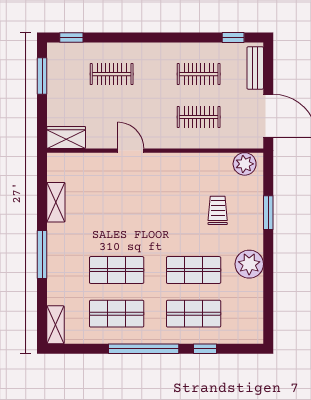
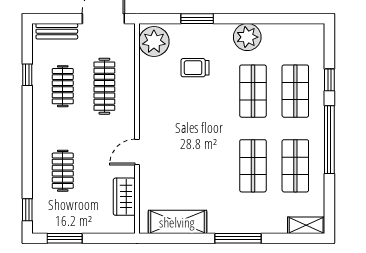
window: (233, 38) -> (27, 75), moved
clothes rail: (199, 117) -> (104, 86), width x1.36
wardrobe: (66, 138) -> (124, 197), moved
plant: (245, 164) -> (154, 42), width x1.36, depth x1.36
shelving: (56, 202) -> (177, 222), width x1.50, depth x1.33

